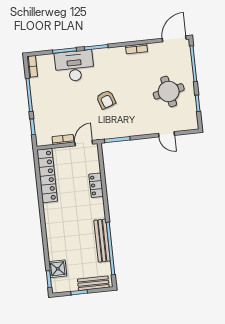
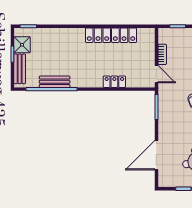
door: (166, 134) -> (156, 155), width x1.87
locker: (47, 176) -> (111, 35), moved
bench: (102, 241) -> (55, 82), width x0.73
shower: (58, 269) -> (22, 45), moved

